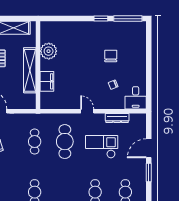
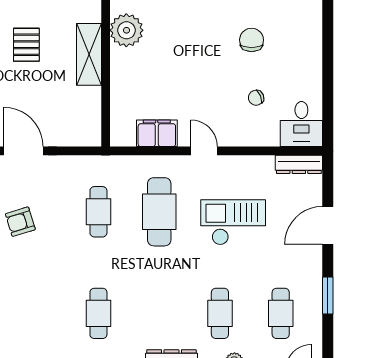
shelving: (30, 70) -> (89, 54), width x0.68
filing cabinet: (47, 81) -> (157, 133), moved, turned -90
dresser: (117, 118) -> (299, 164), moved
window: (149, 173) -> (328, 296), moved

